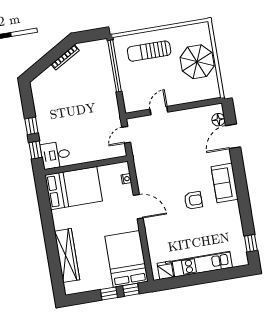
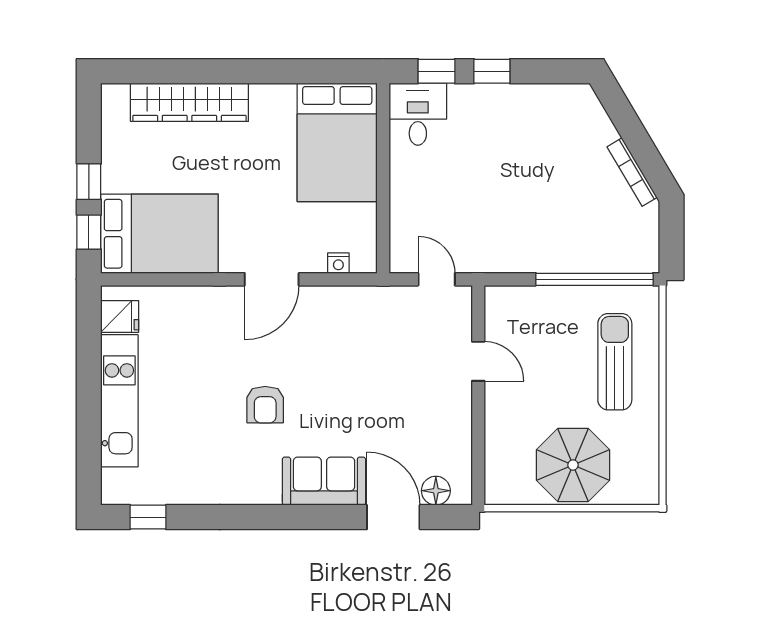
sofa: (225, 183) -> (324, 481), moved

